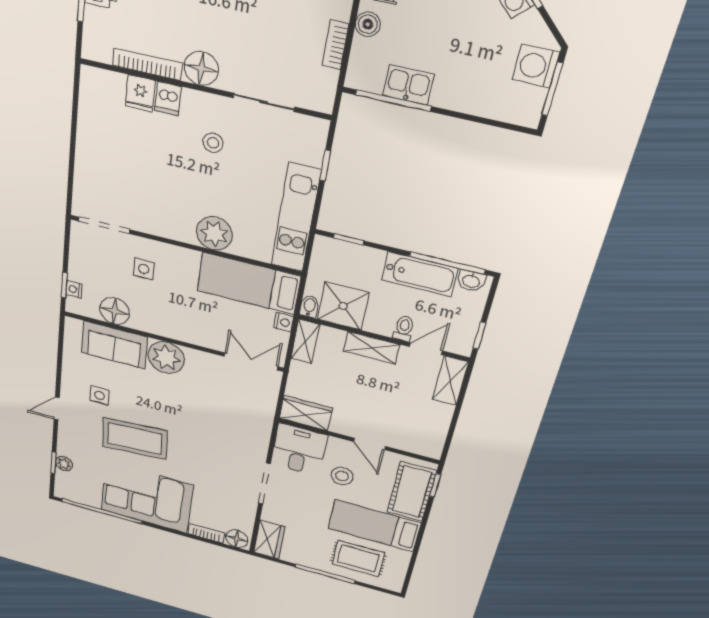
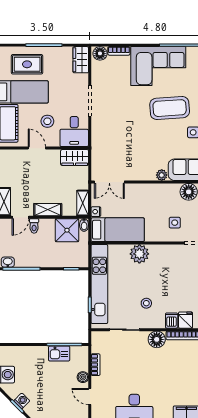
kitchen unit: (296, 218) -> (99, 284), width x1.36
bathtub: (420, 274) -> (33, 259), removed
plant: (166, 358) -> (162, 175), width x0.53, depth x0.53

